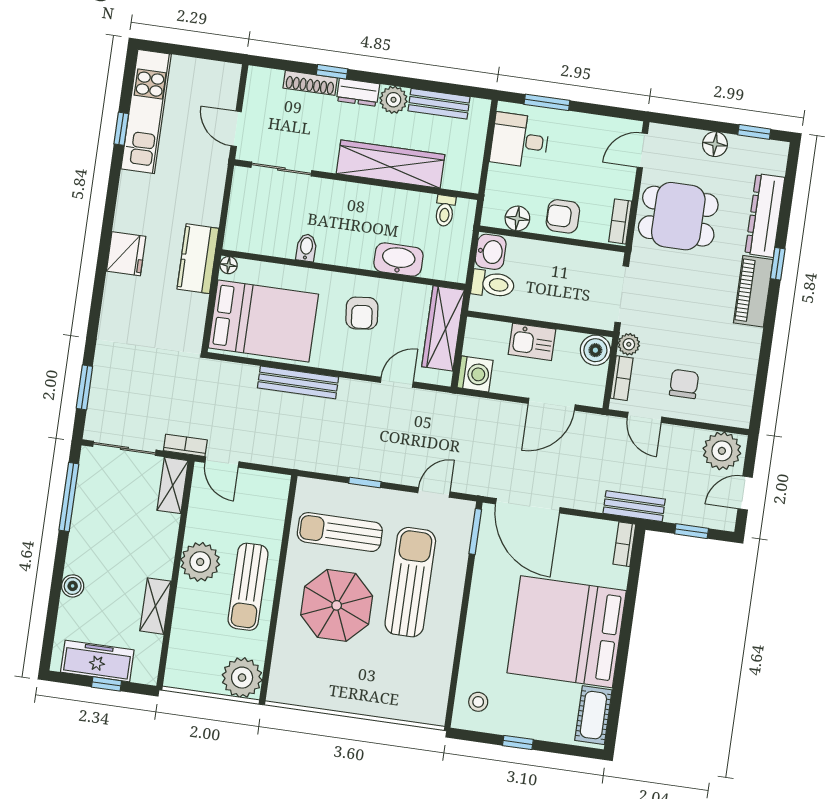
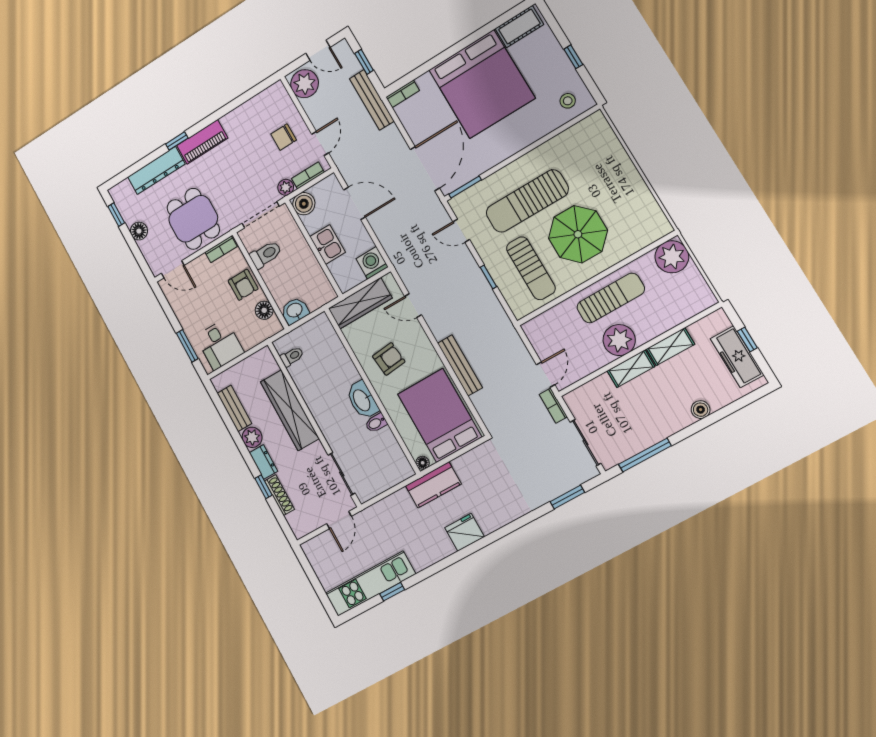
washbasin: (398, 260) -> (362, 400), moved
toilet: (493, 284) -> (266, 254), moved, turned 90
shelving: (173, 485) -> (631, 369), moved
bench: (634, 506) -> (372, 100), width x1.36

